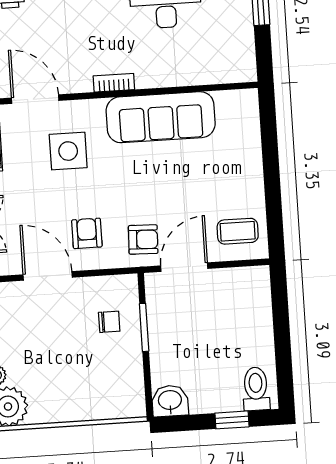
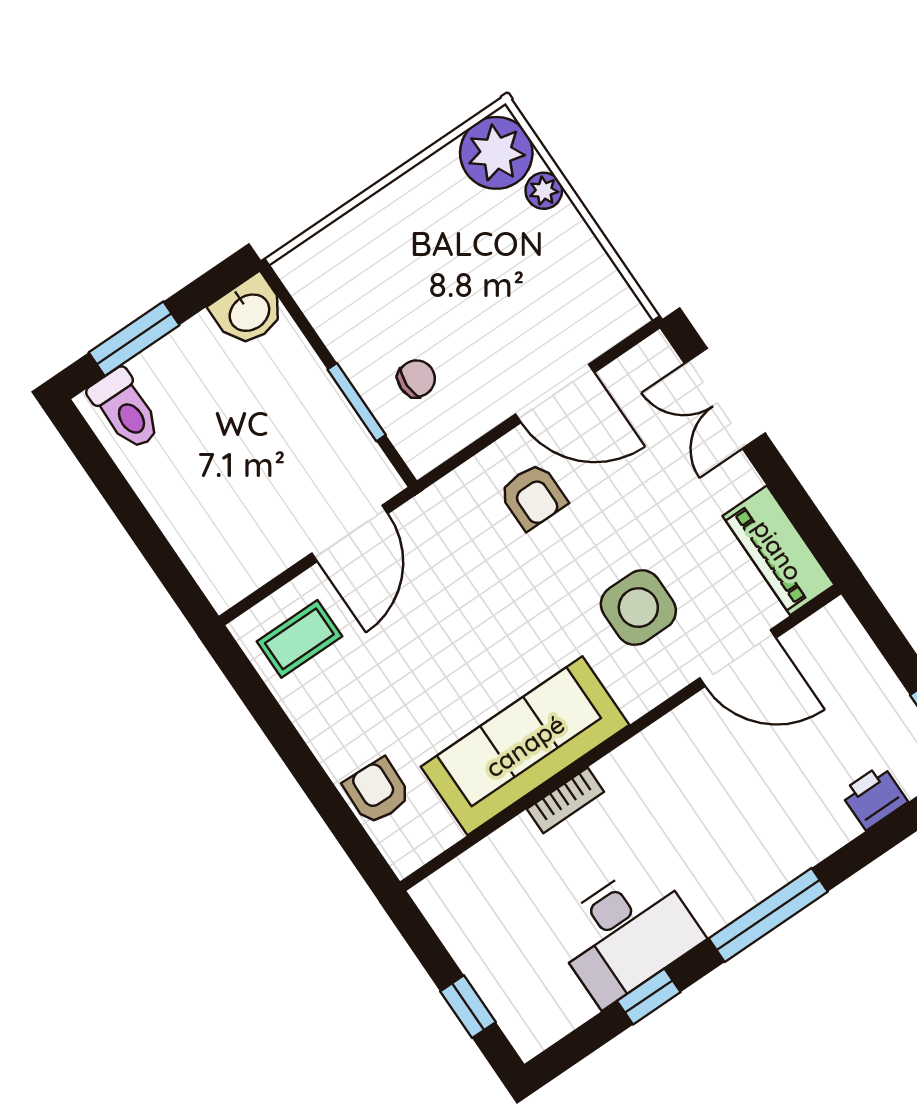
bookcase: (114, 83) -> (565, 800), moved
armchair: (143, 239) -> (377, 791), moved, turned 90
chair: (109, 322) -> (416, 379), turned 180
window: (232, 420) -> (134, 339), width x1.50

